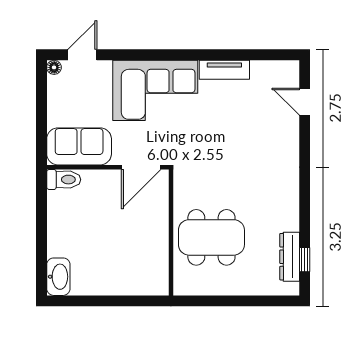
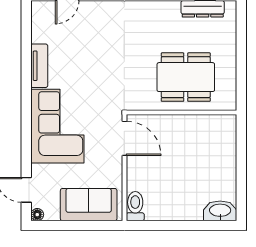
sofa: (79, 146) -> (89, 205), moved, turned 90
dining table: (211, 237) -> (186, 77), turned 90

